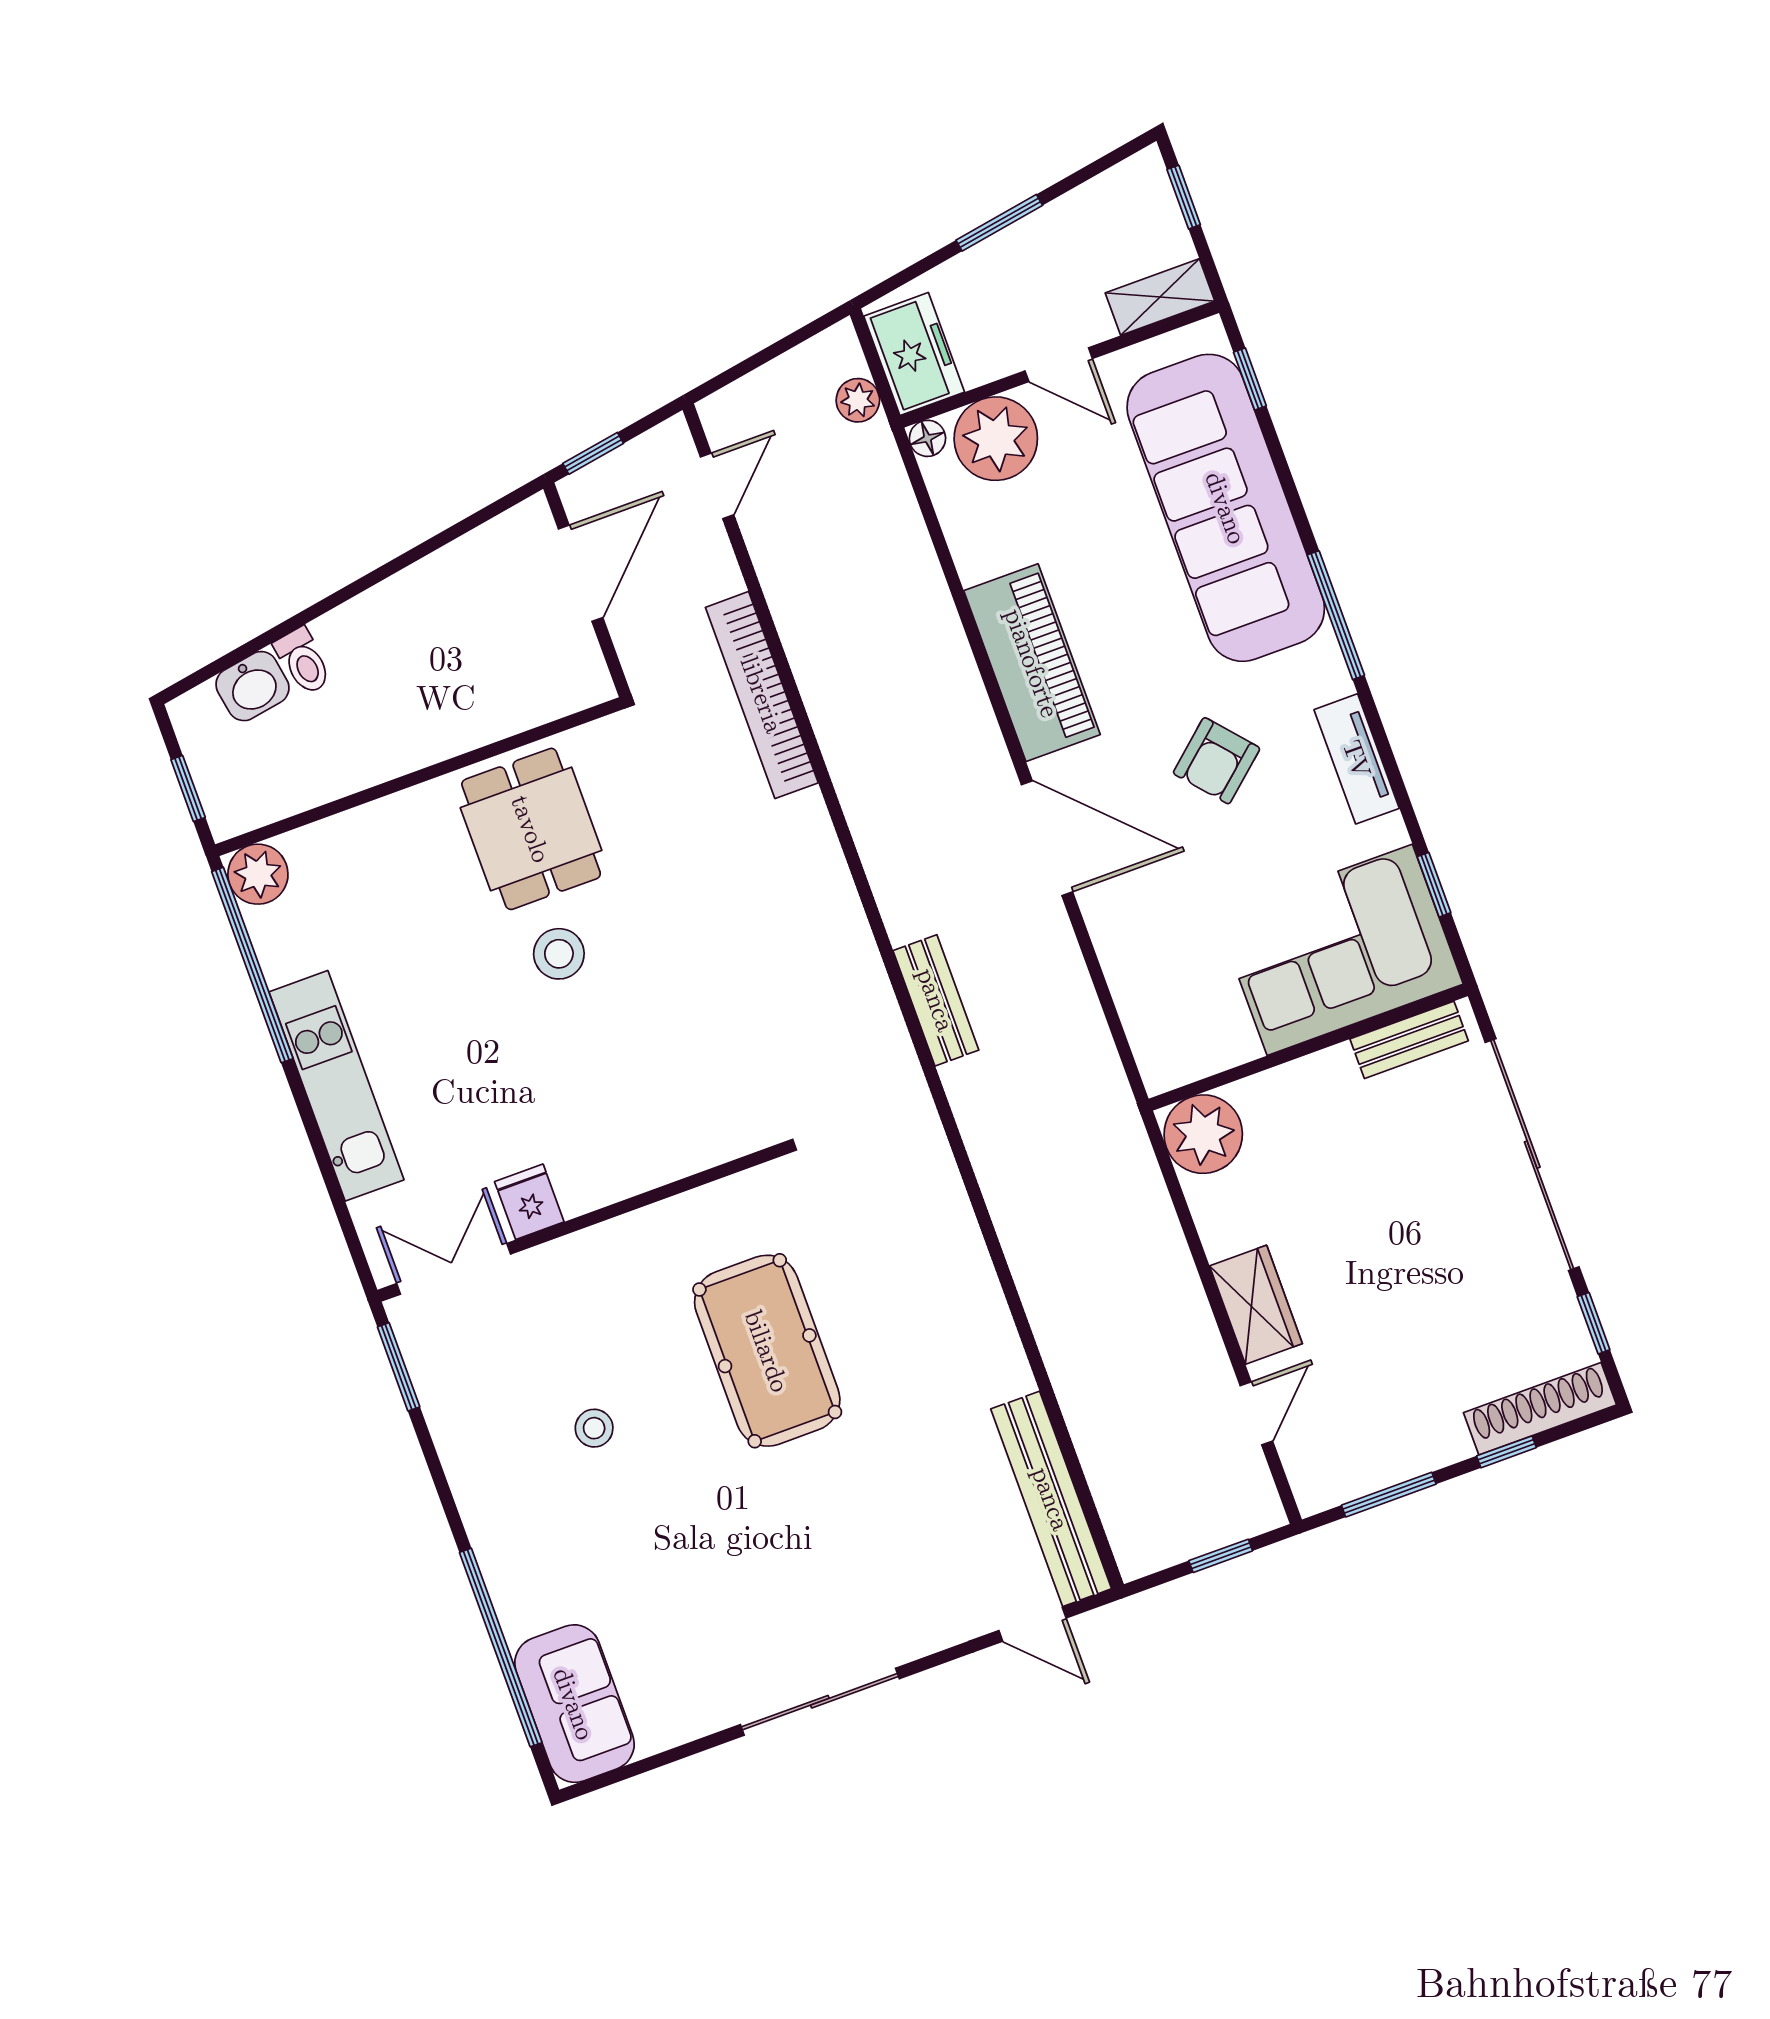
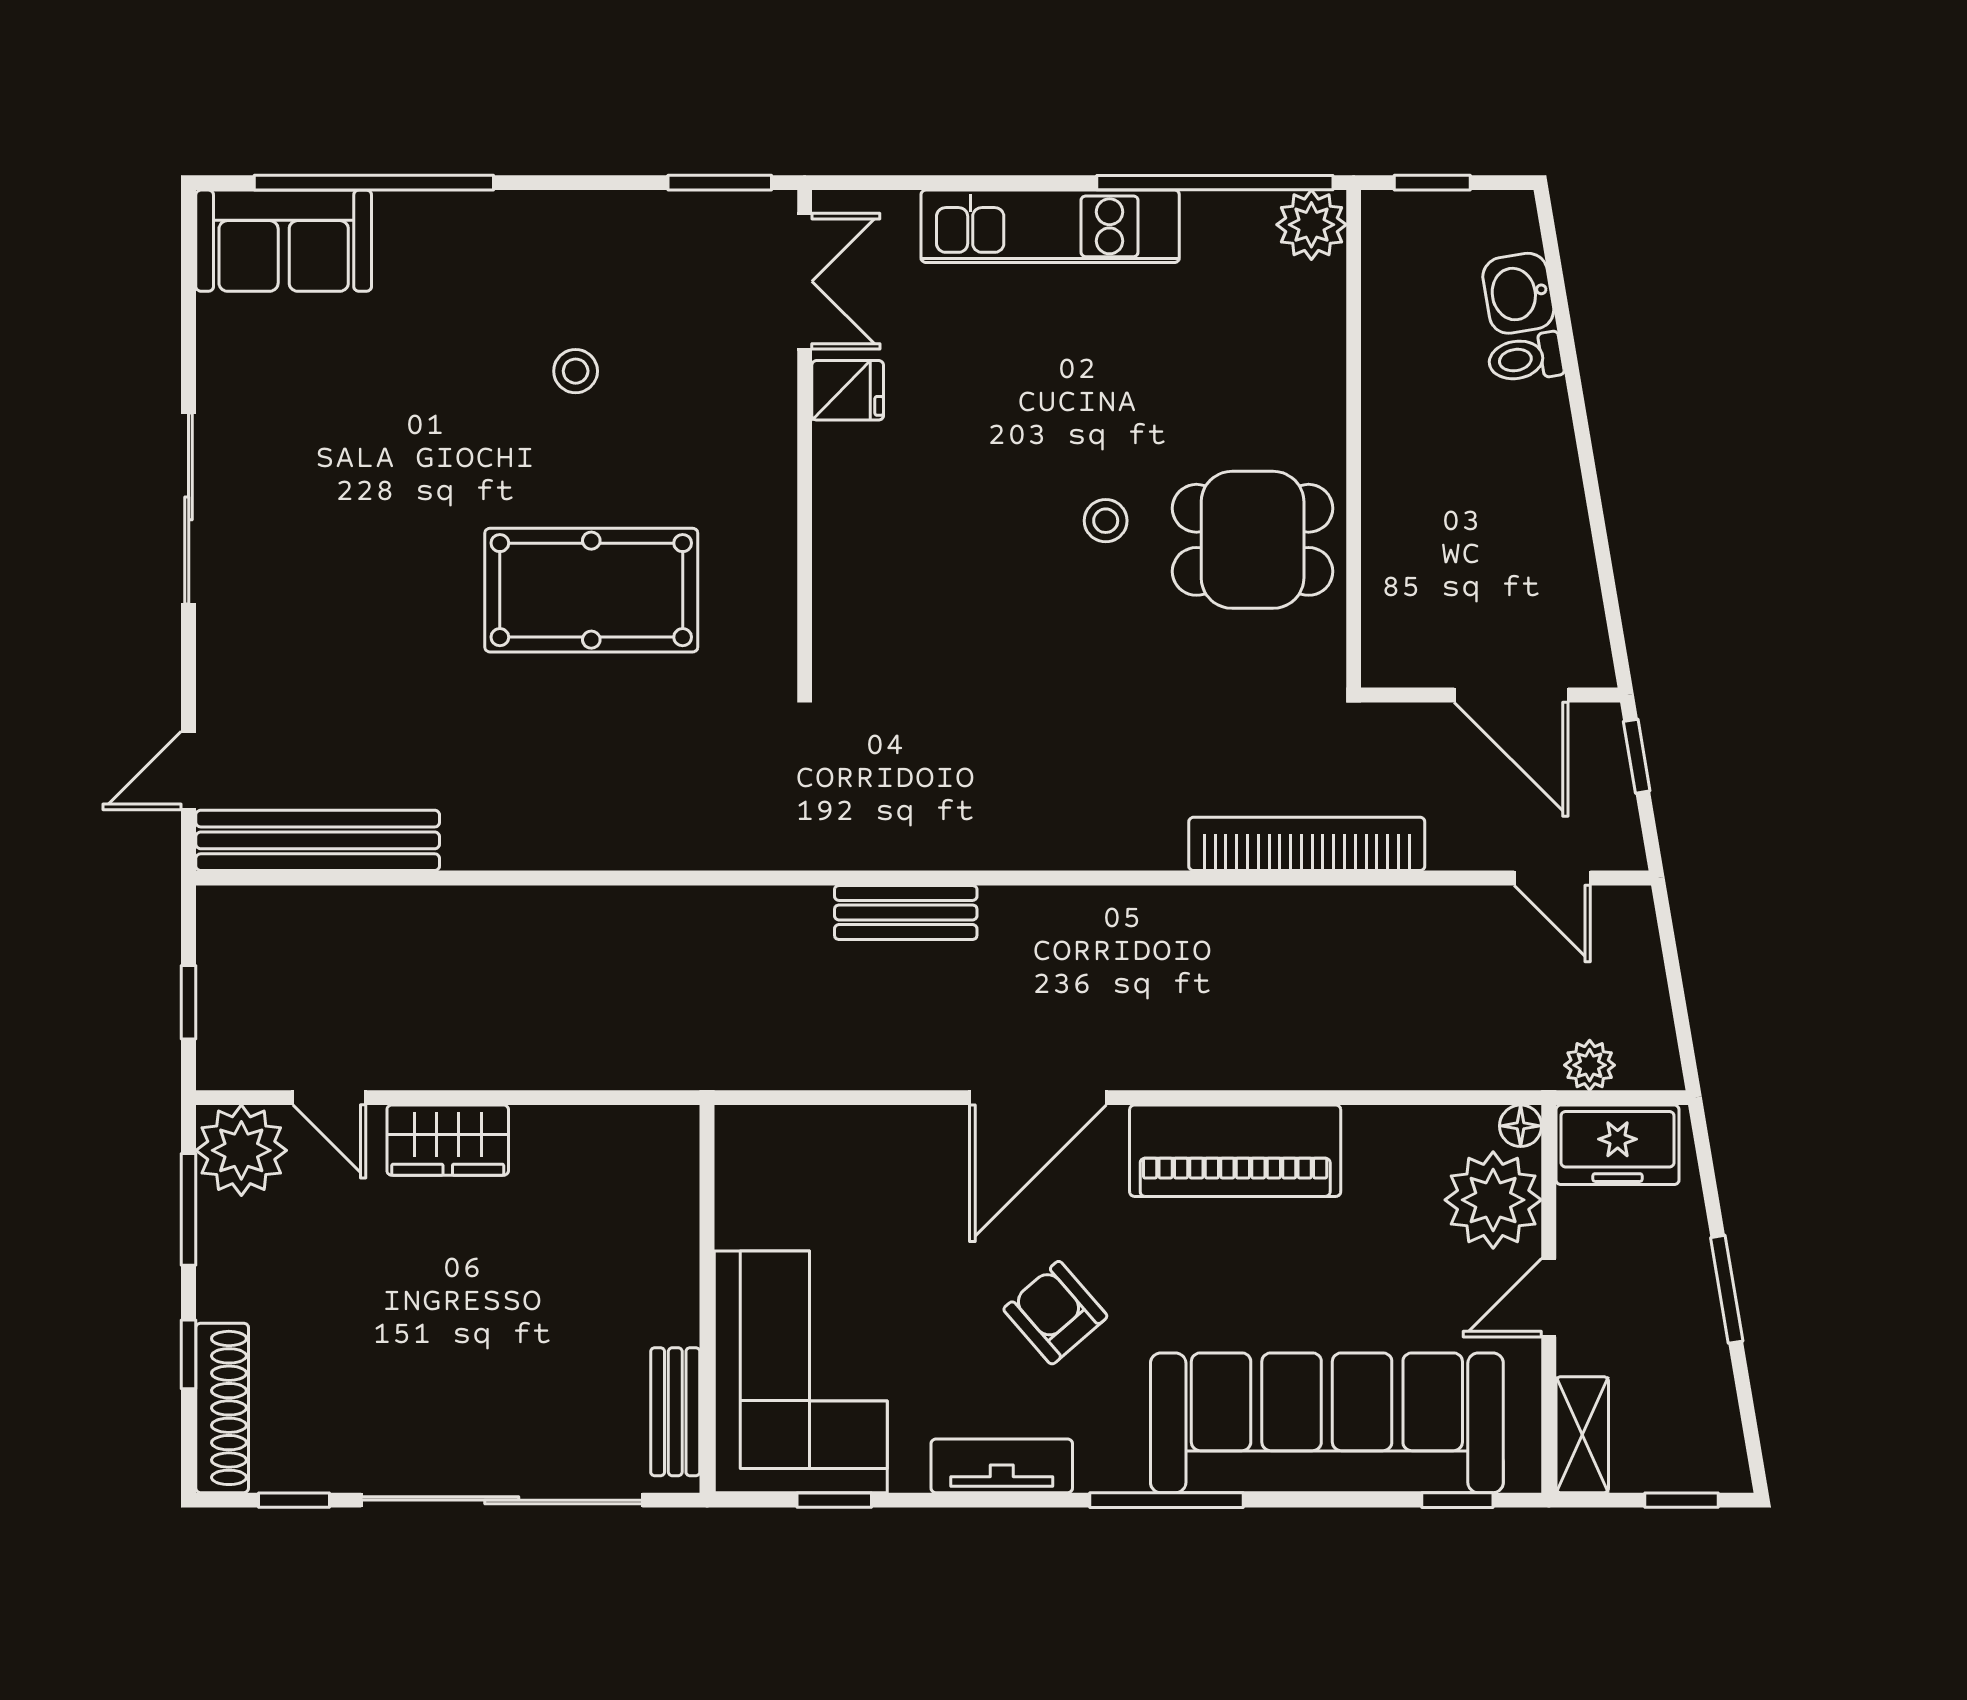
stool: (559, 954) -> (1106, 521), width x0.73, depth x0.73
plant: (1203, 1134) -> (241, 1150), moved

